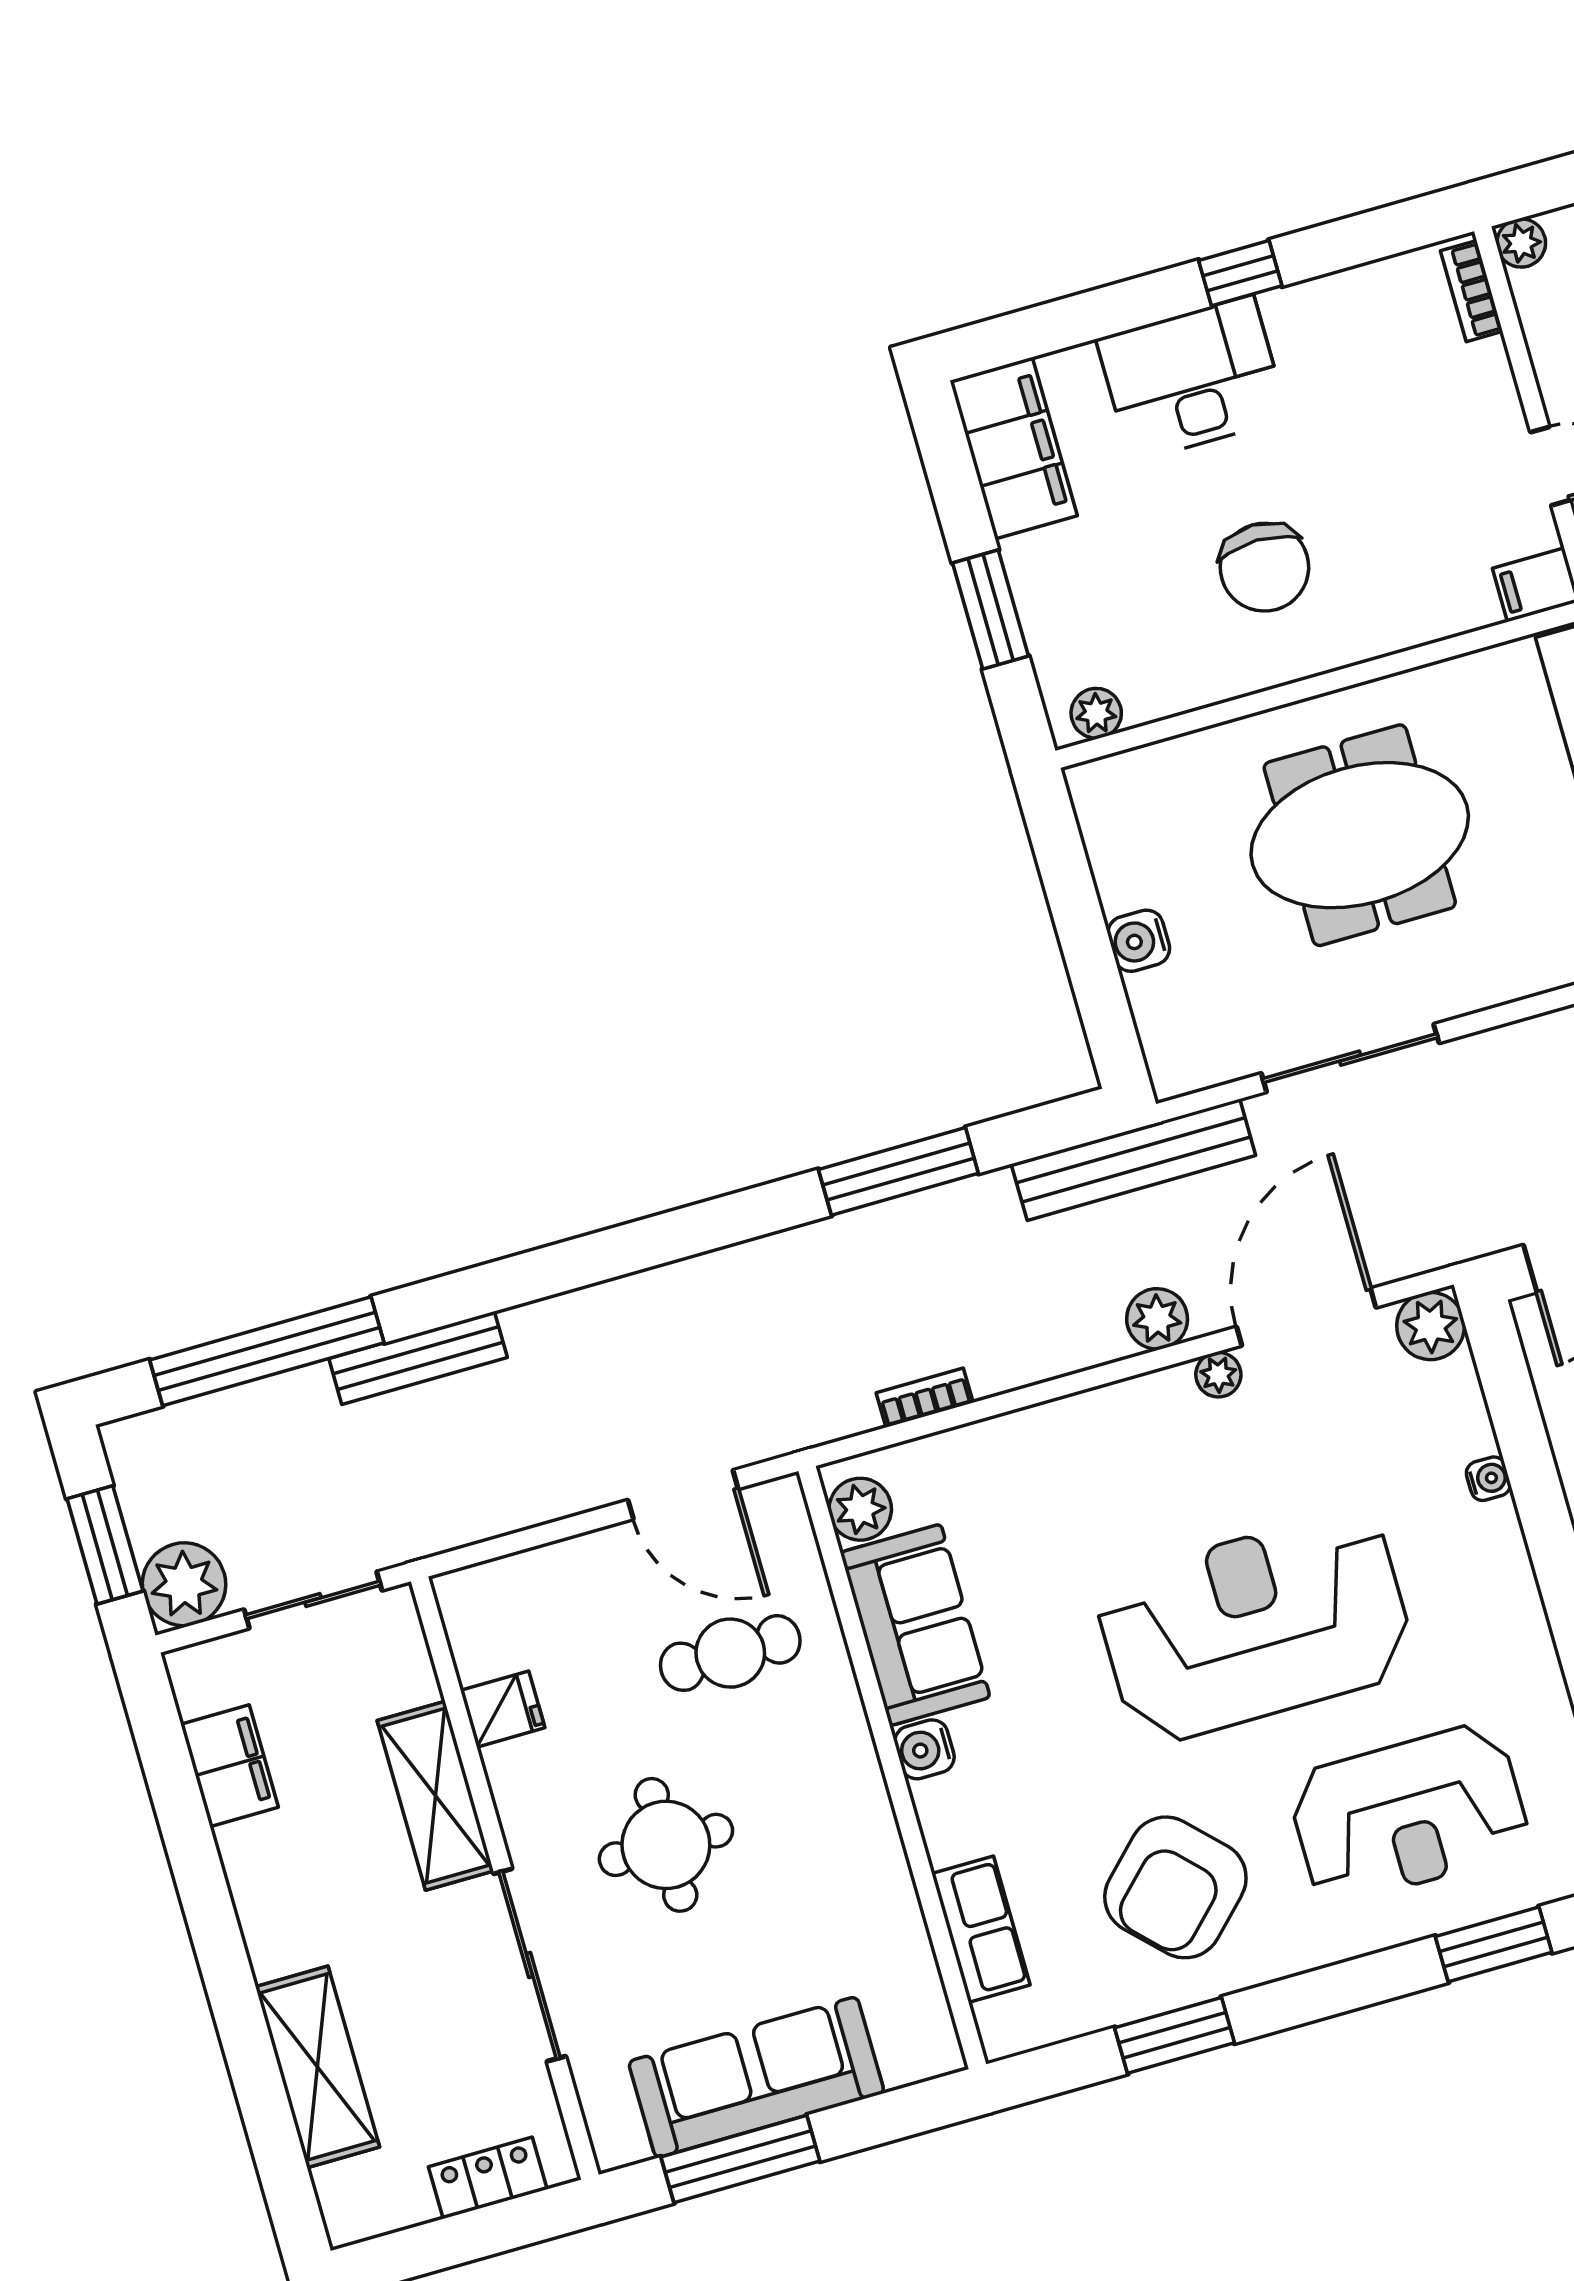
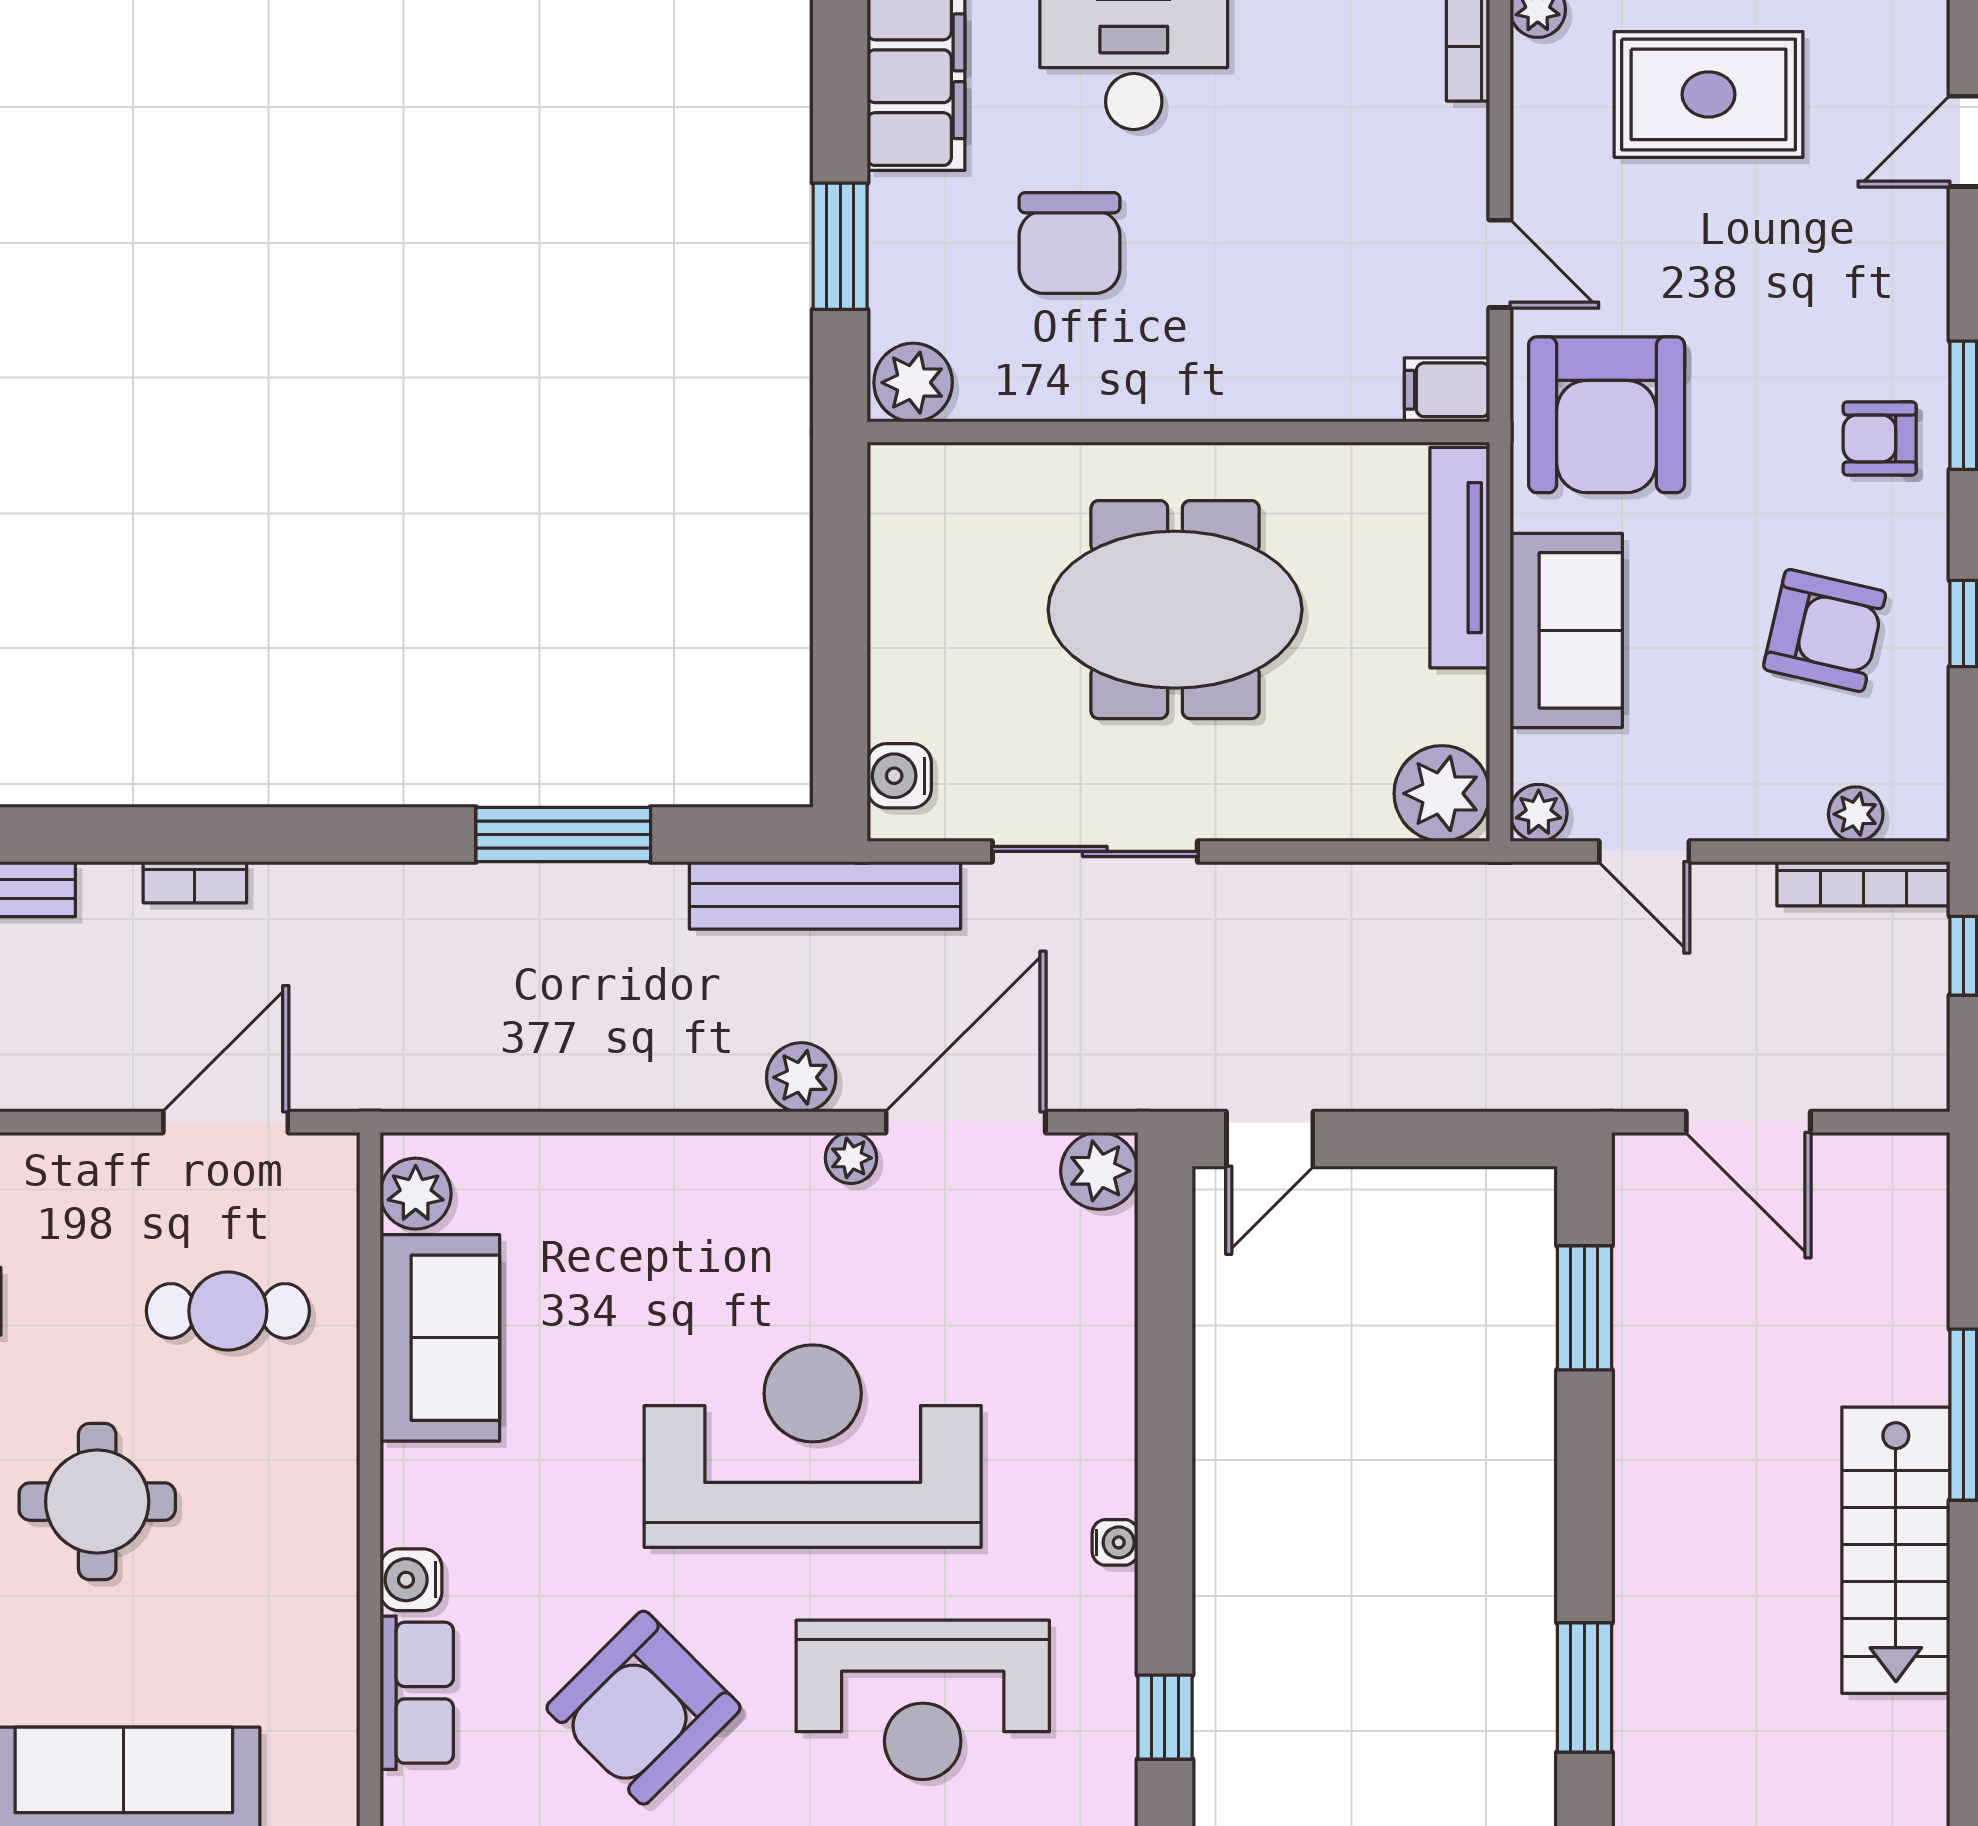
chair: (1264, 567) -> (1069, 243), moved
plant: (1096, 713) -> (913, 383), width x1.38, depth x1.38
water cooler: (1139, 941) -> (899, 776), moved
bookcase: (925, 1398) -> (195, 882), moved, turned 180
water cooler: (1488, 1479) -> (1115, 1542), moved
door: (683, 1495) -> (226, 1122), swing flipped
water cooler: (924, 1749) -> (411, 1580), moved

